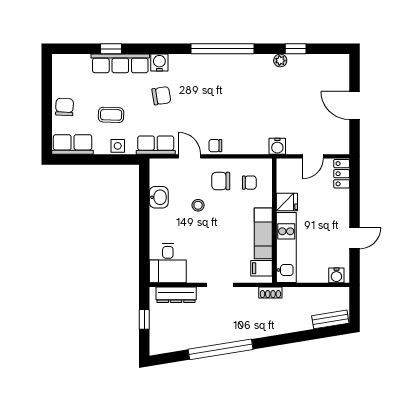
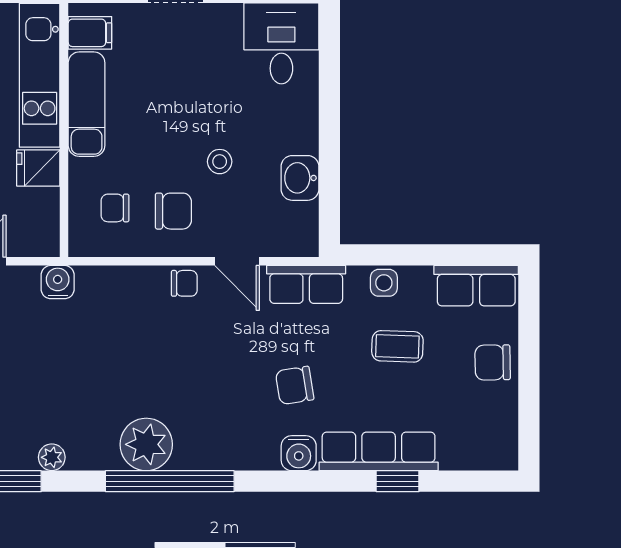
plant: (234, 67) -> (146, 444), added
chair: (65, 107) -> (493, 362), turned 86

